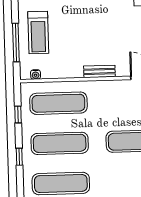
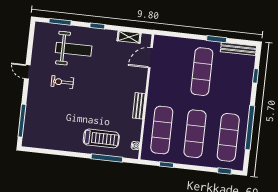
bench: (99, 71) -> (139, 106), moved
window: (19, 157) -> (224, 171), moved

